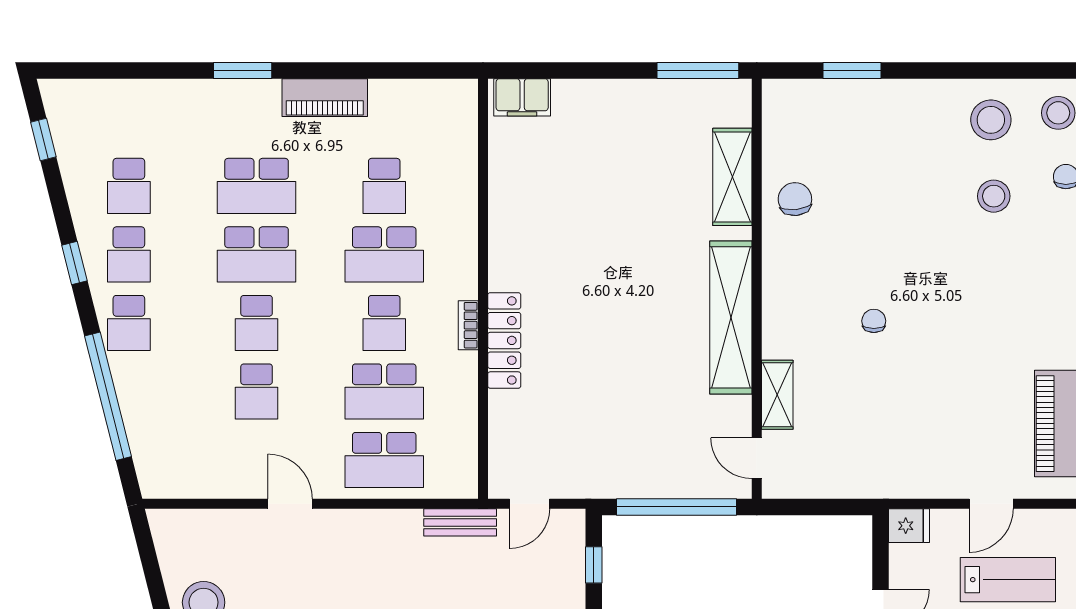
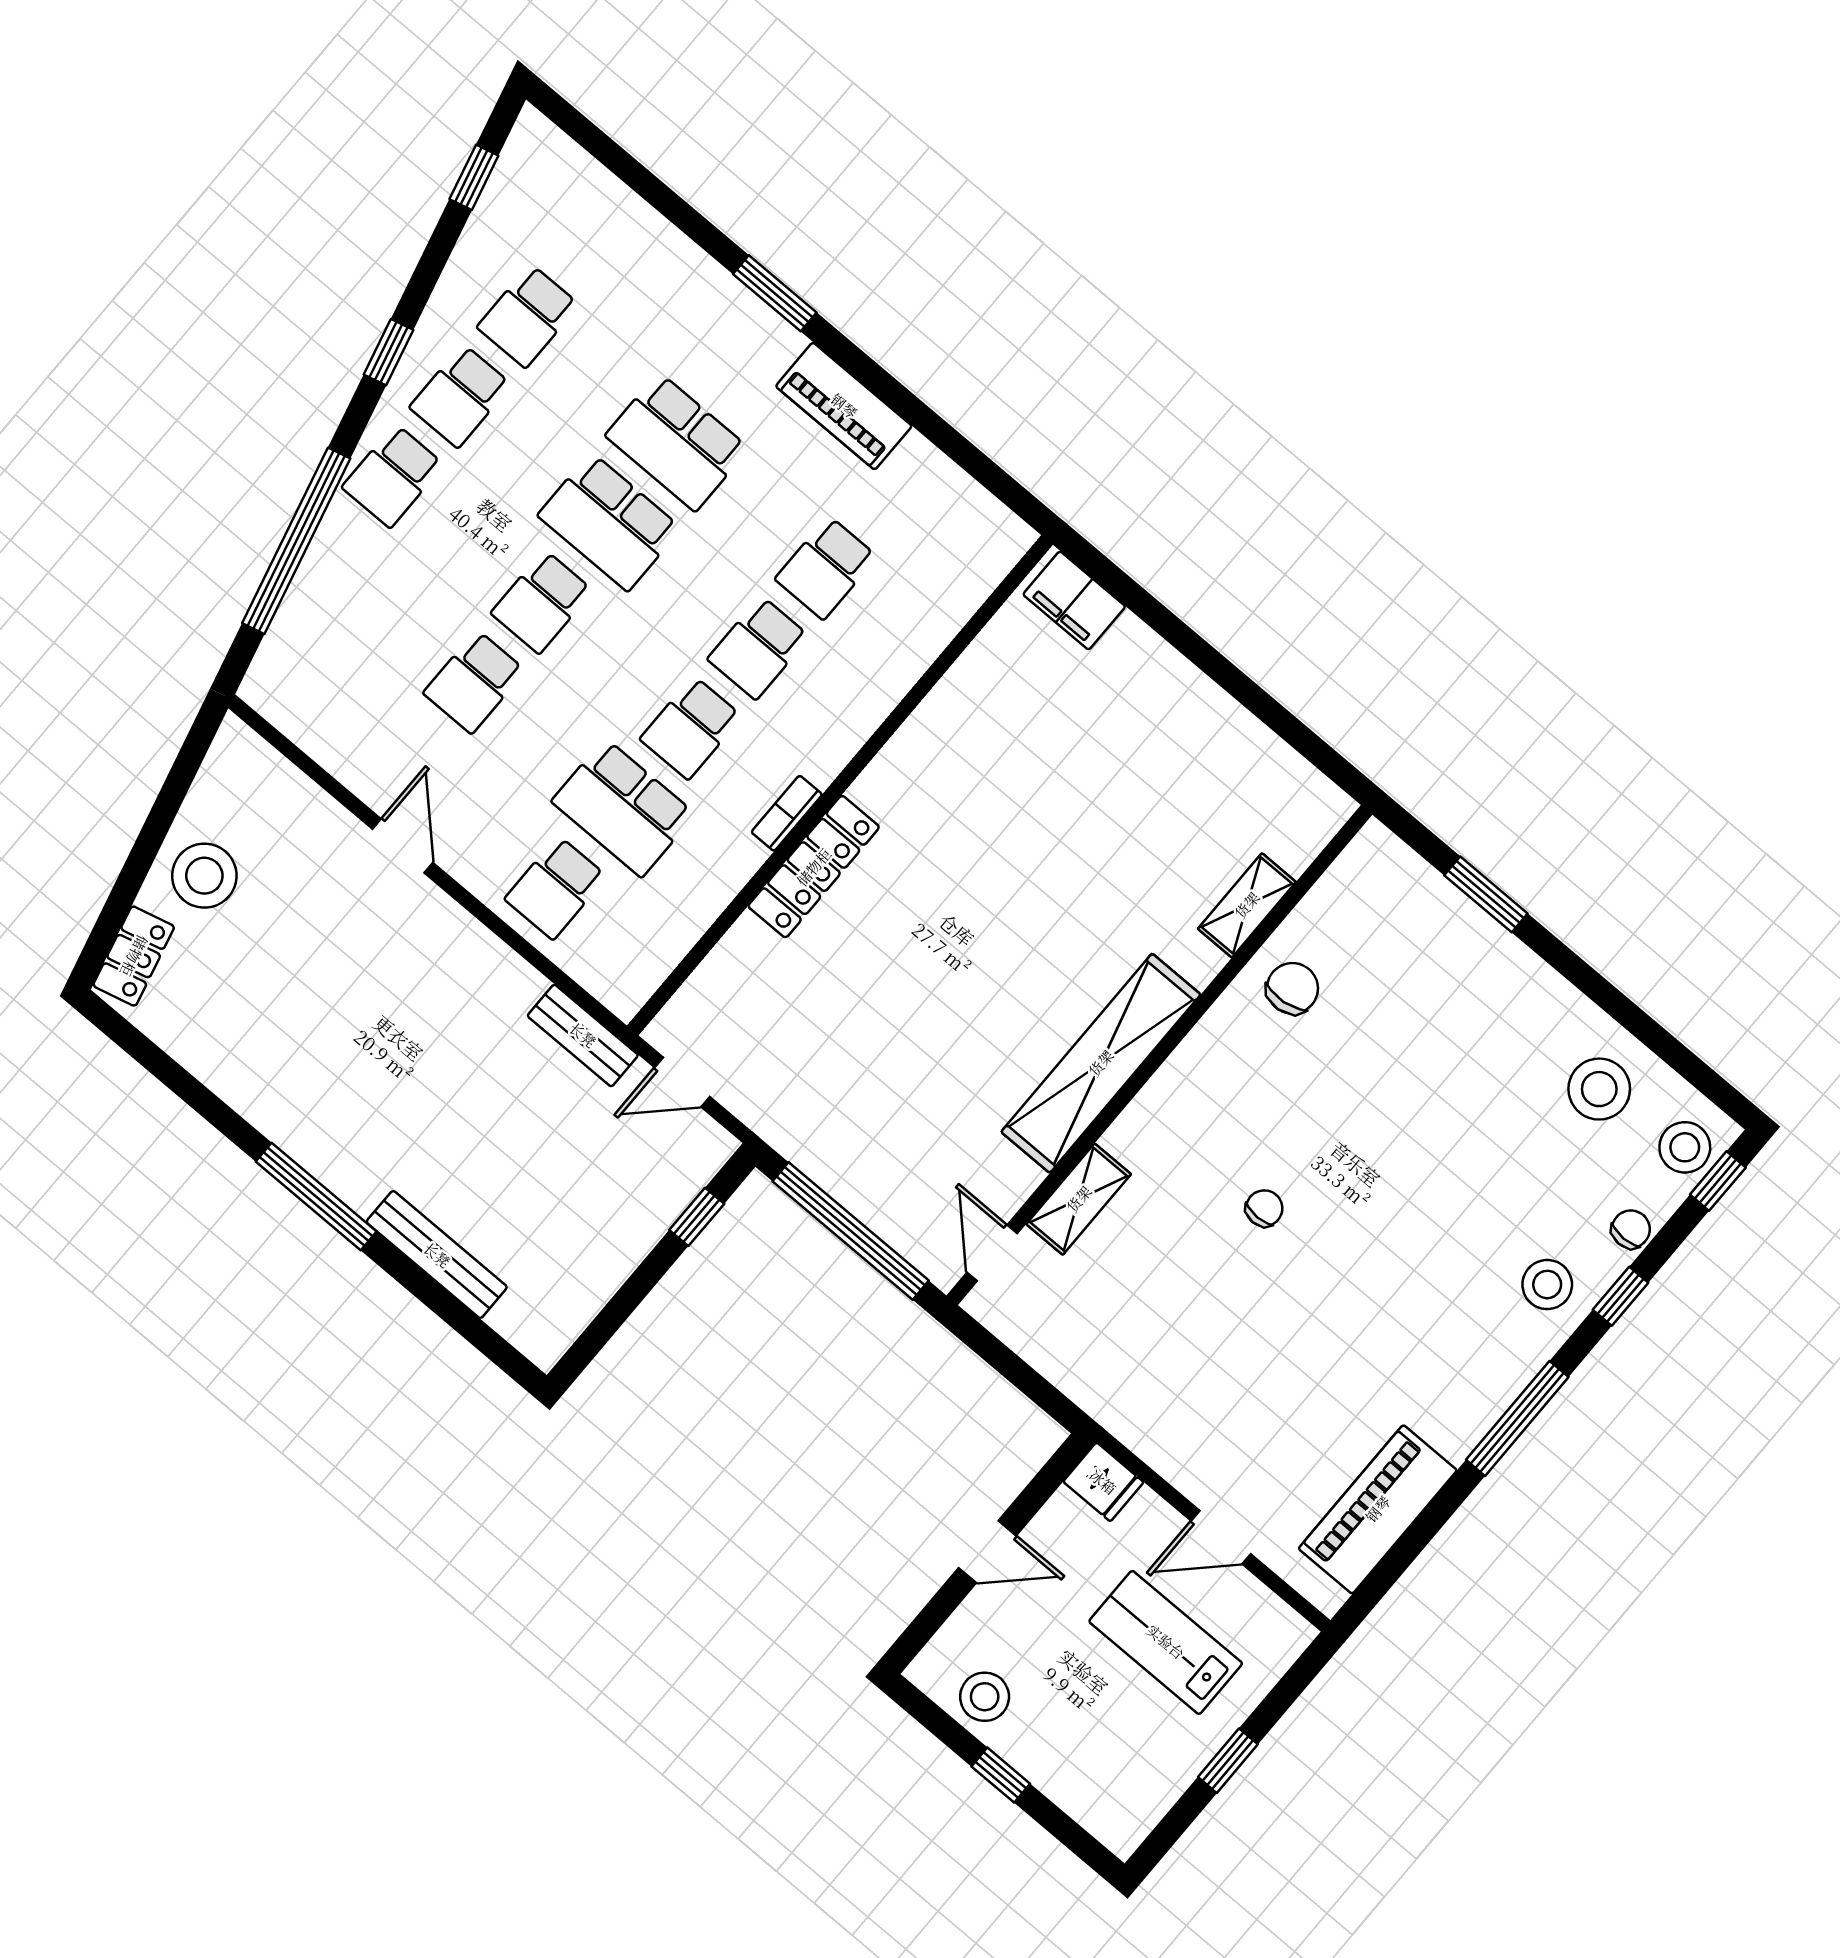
window: (698, 70) -> (1306, 742), removed
shelving: (732, 177) -> (1247, 905), width x0.67, depth x0.75
stool: (994, 196) -> (1547, 1285), moved
school desk: (384, 254) -> (758, 648), width x0.54
school desk: (384, 460) -> (556, 888), width x0.54
lab bench: (1008, 580) -> (1166, 1642), turned 180

